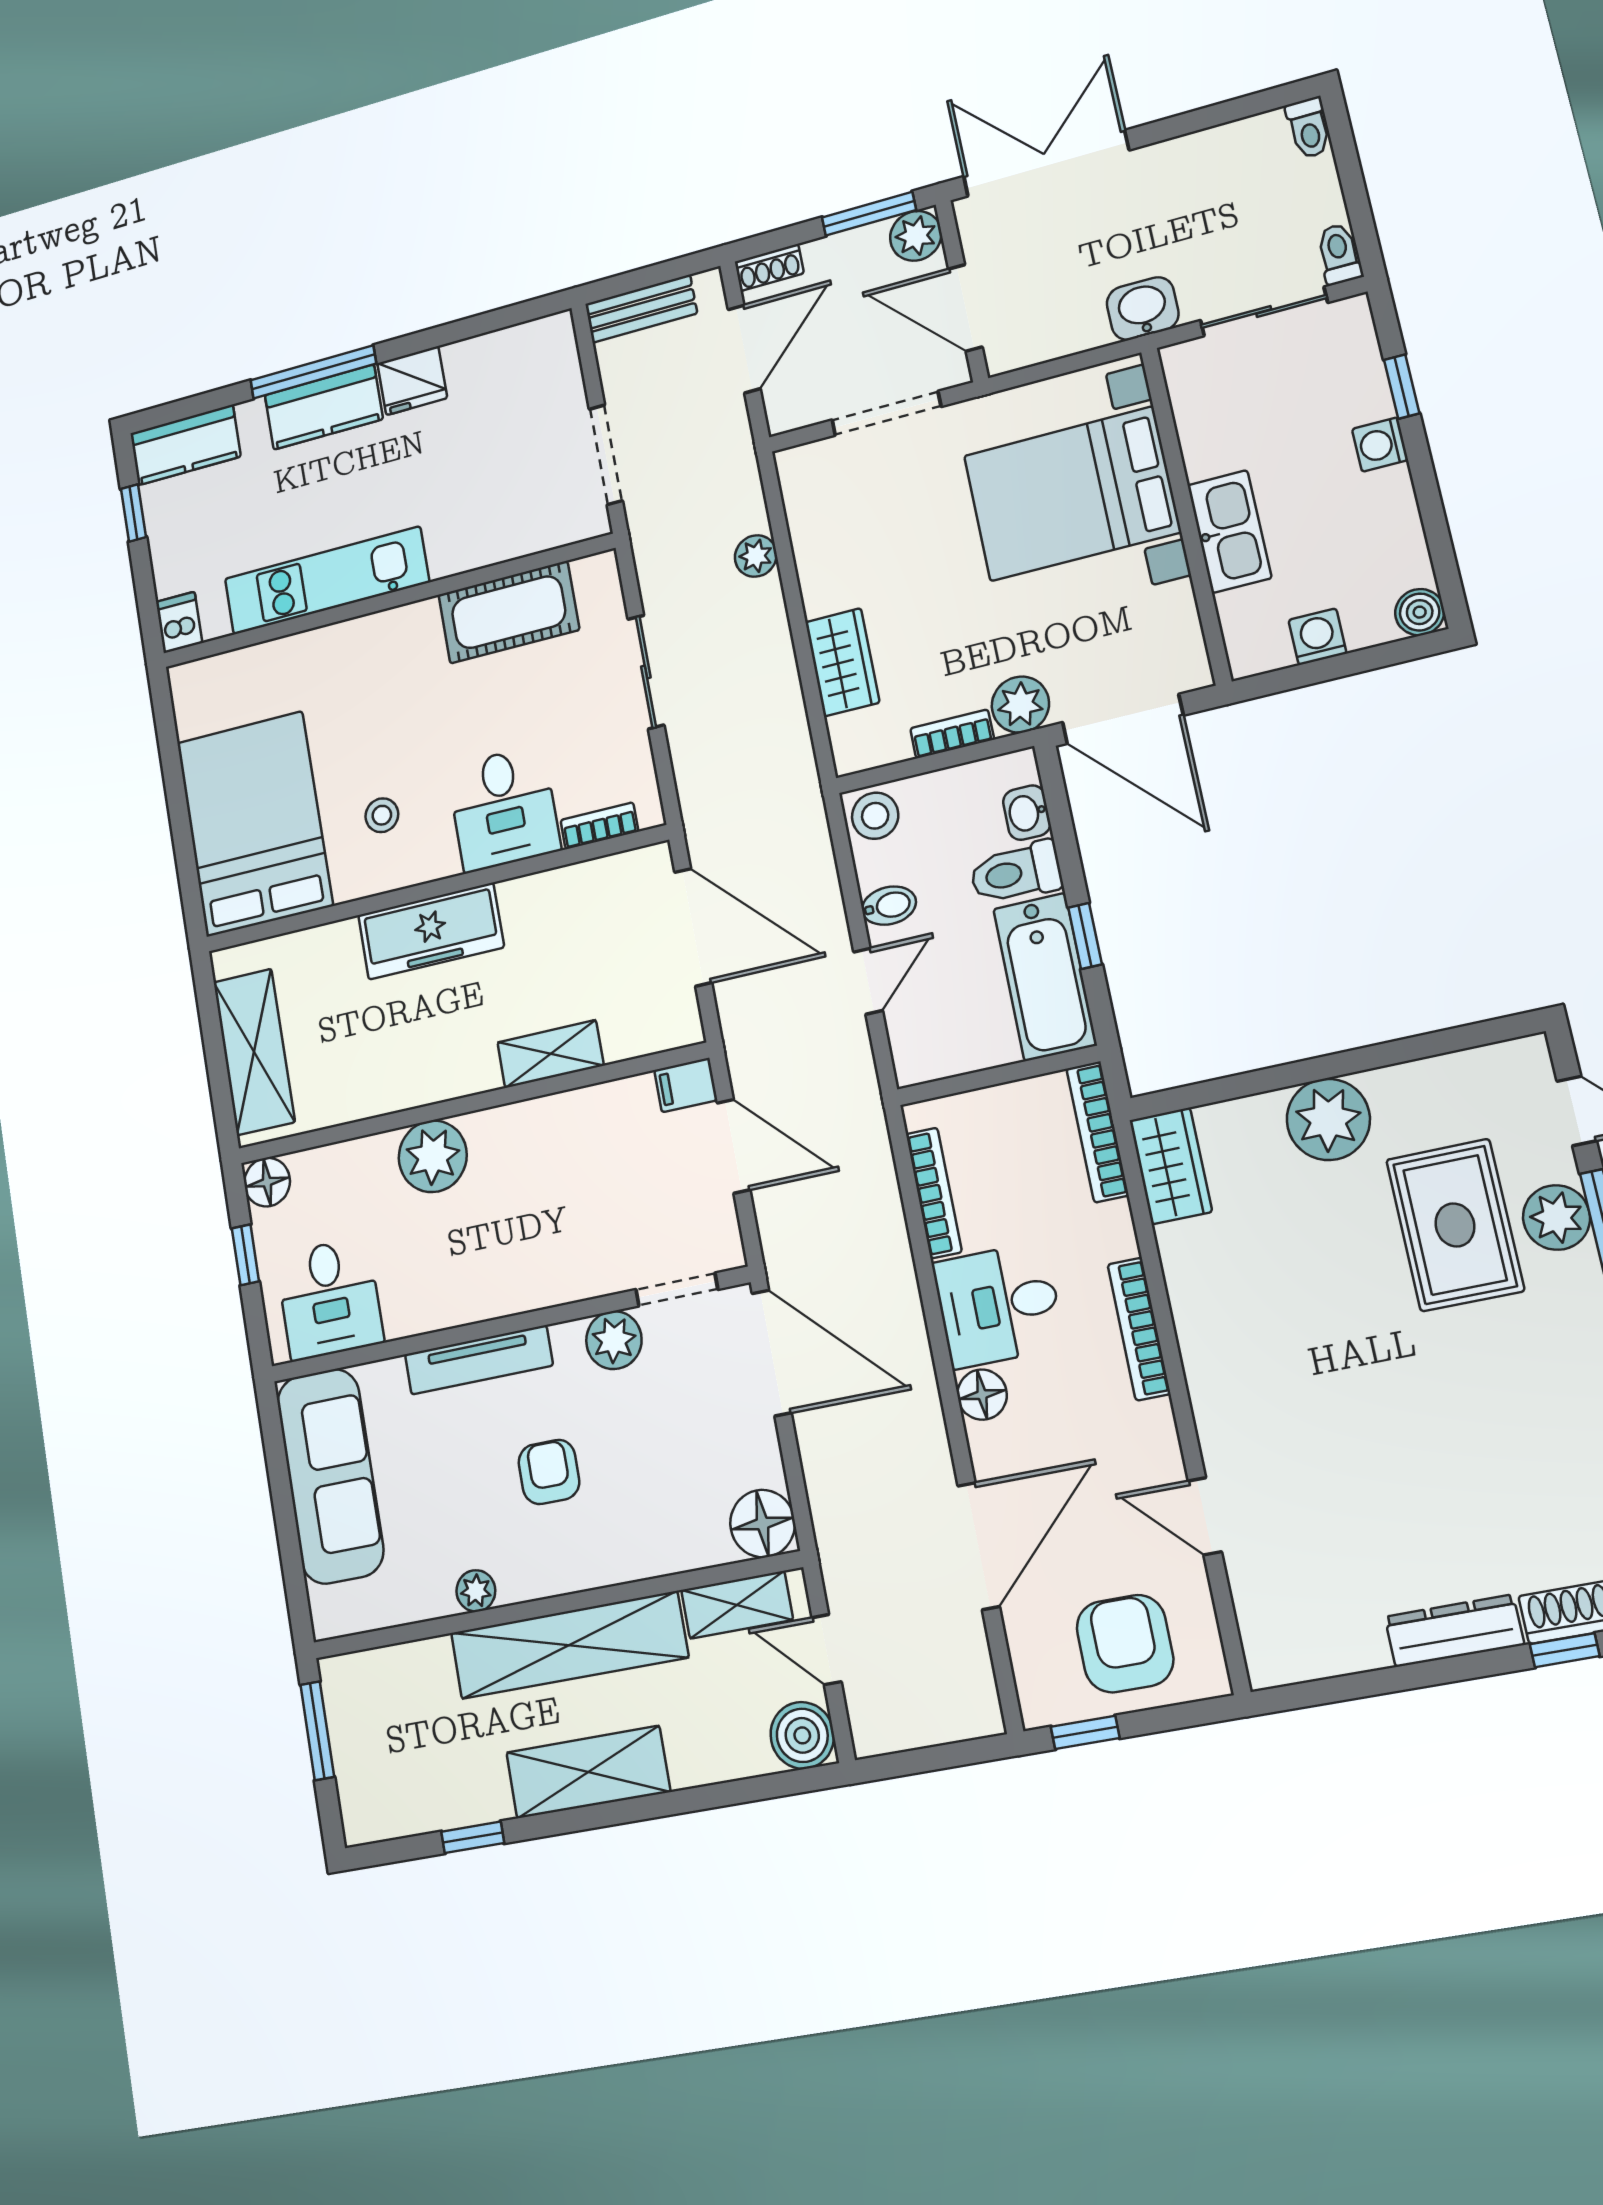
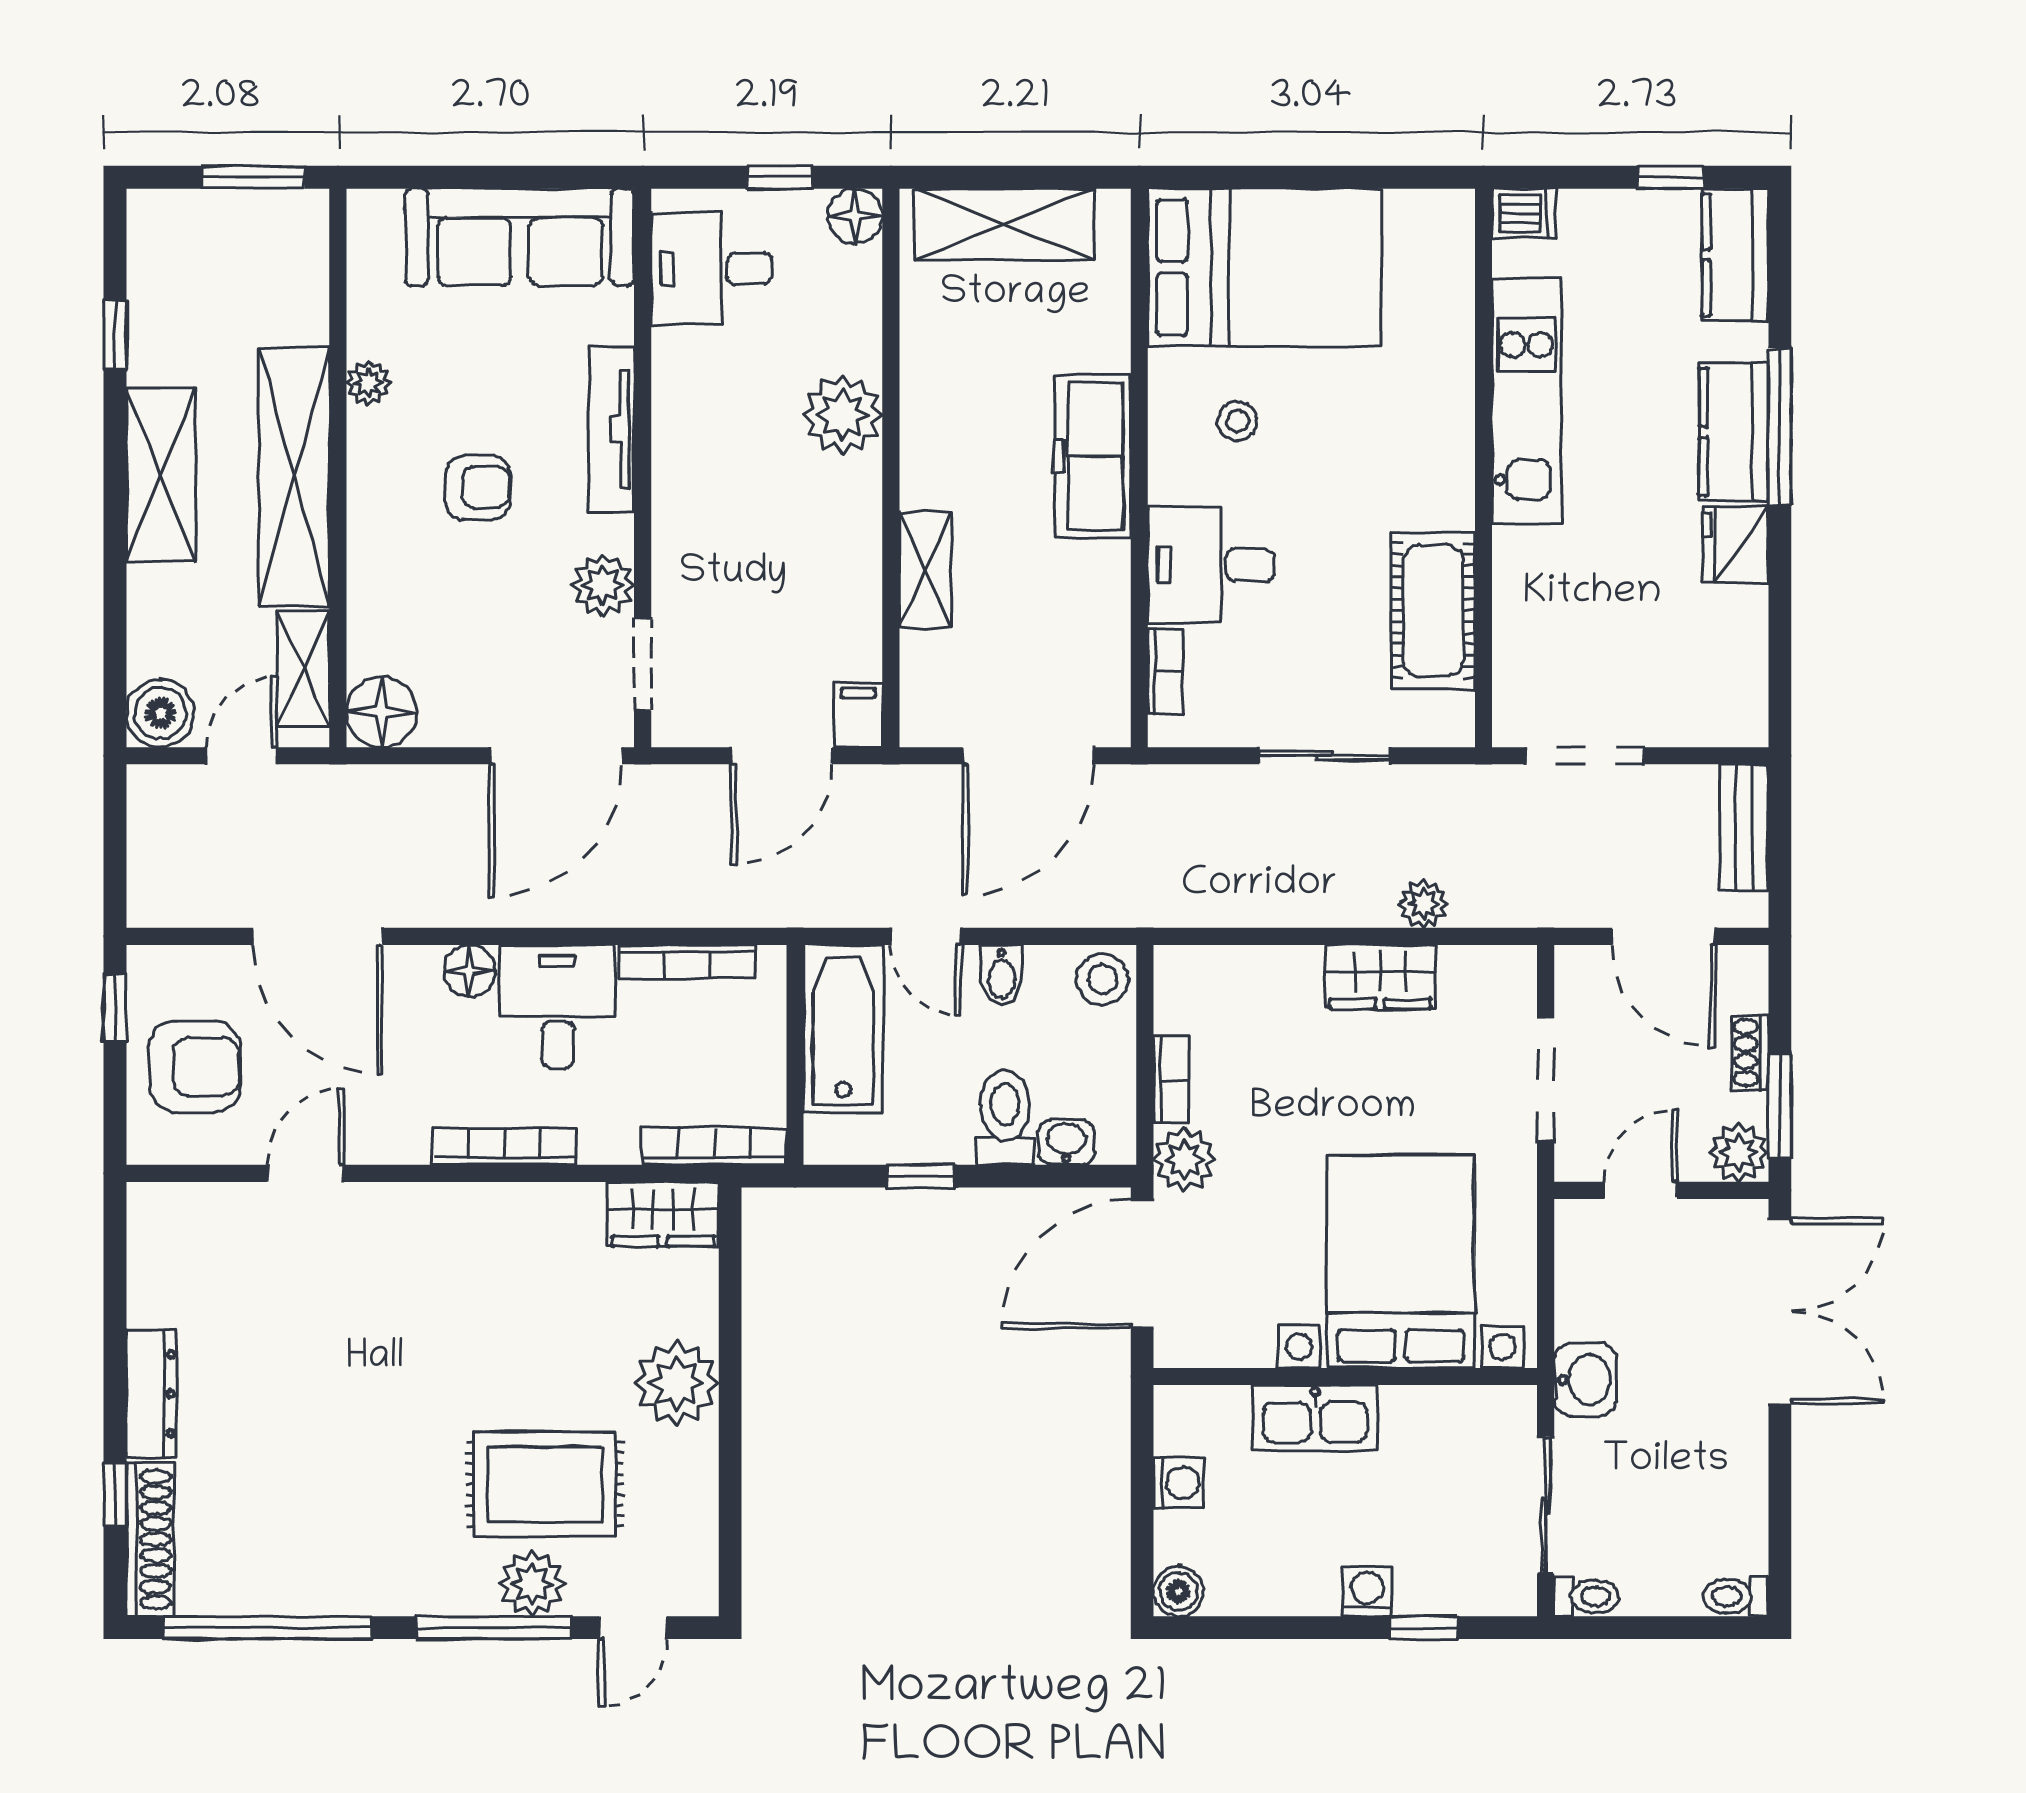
shoe rack: (769, 267) -> (1750, 1053), moved
door: (965, 308) -> (1641, 1190), width x0.73
wardrobe: (842, 662) -> (1380, 977), moved
bathtub: (1045, 977) -> (843, 1029), moved, turned 90

